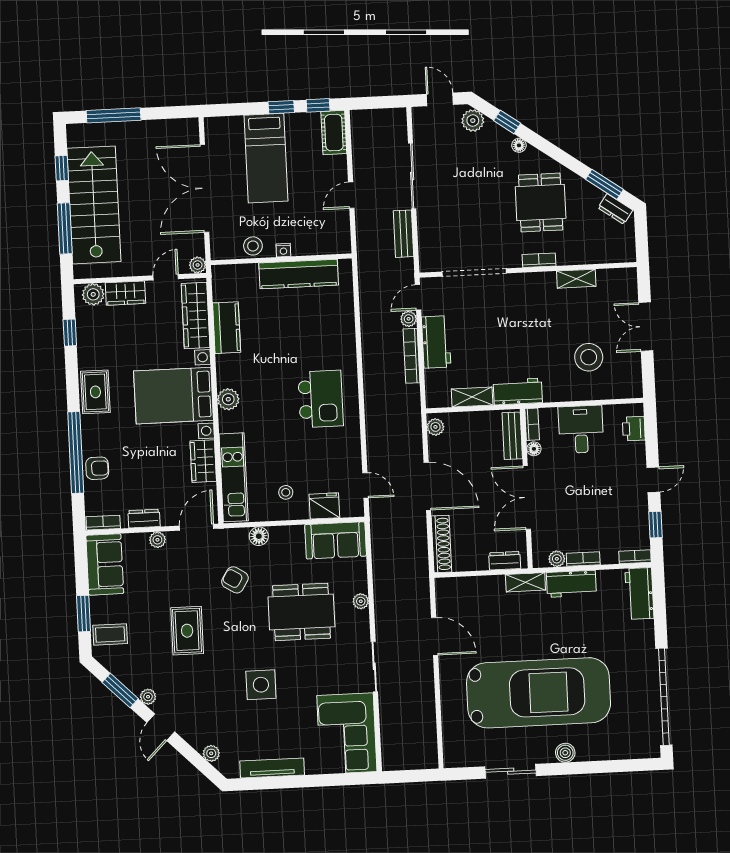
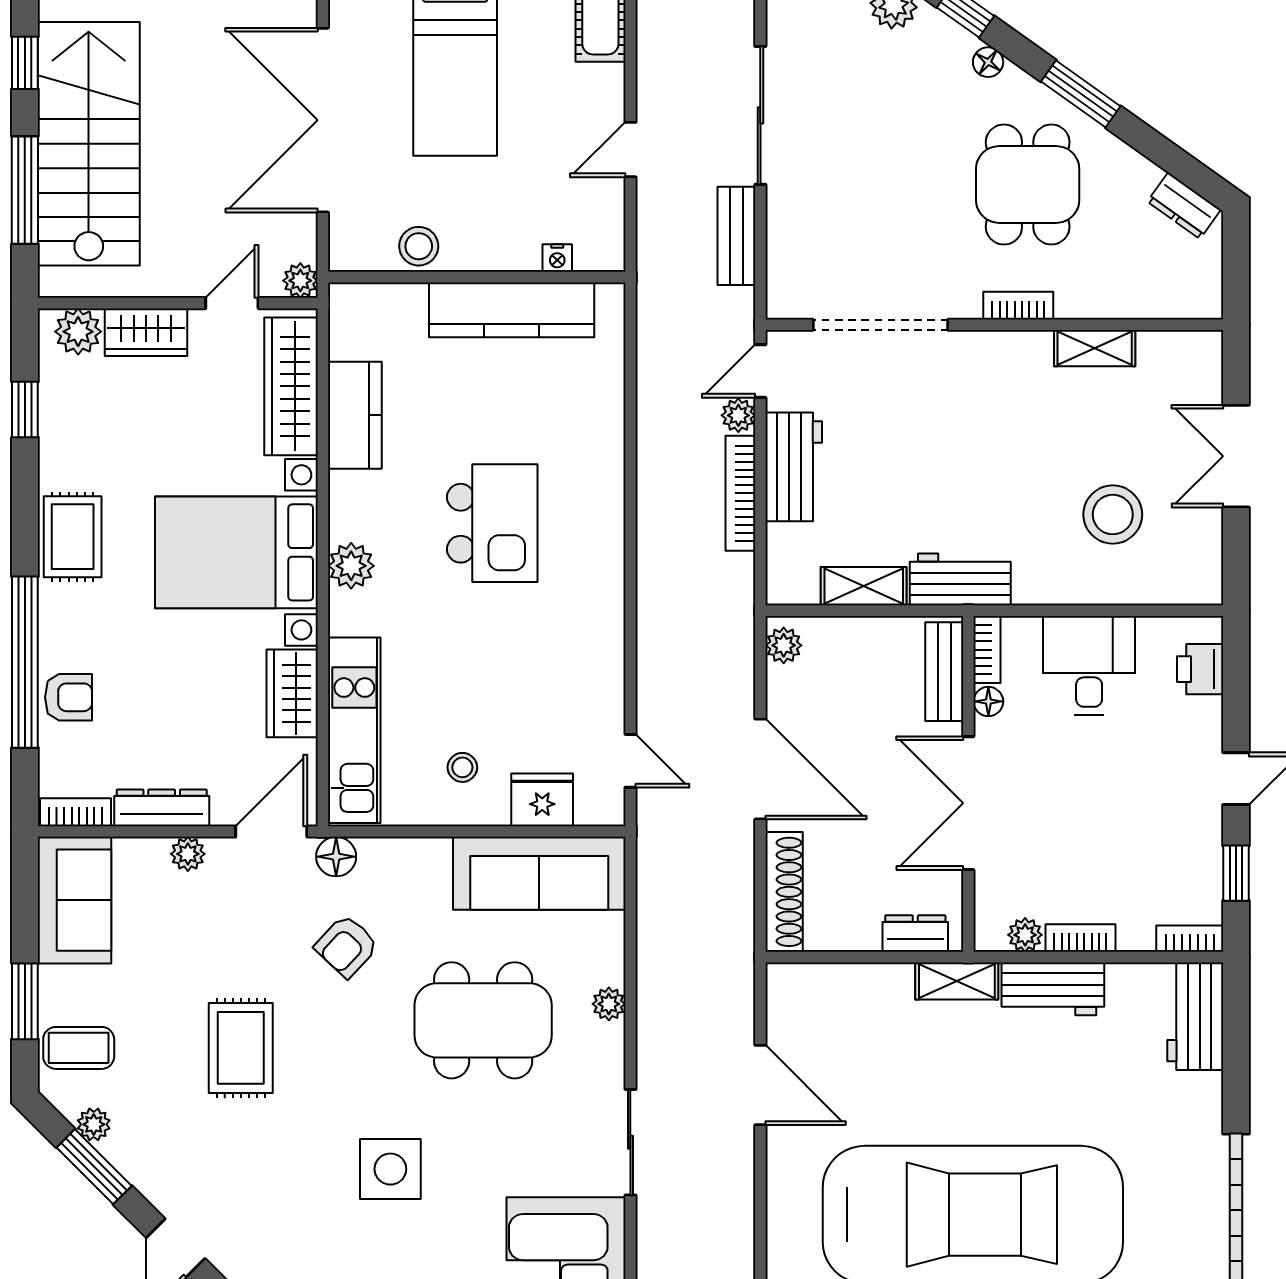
window: (604, 184) -> (1081, 94), moved
nightstand: (283, 250) -> (557, 258), moved
kitchen island: (321, 399) -> (492, 523), moved
dresser: (144, 519) -> (162, 808), width x1.44
floor lamp: (259, 536) -> (336, 857), moved
sofa: (336, 540) -> (539, 873), width x1.36
armchair: (235, 580) -> (347, 946), turned -79
plant: (148, 697) -> (94, 1124), moved

